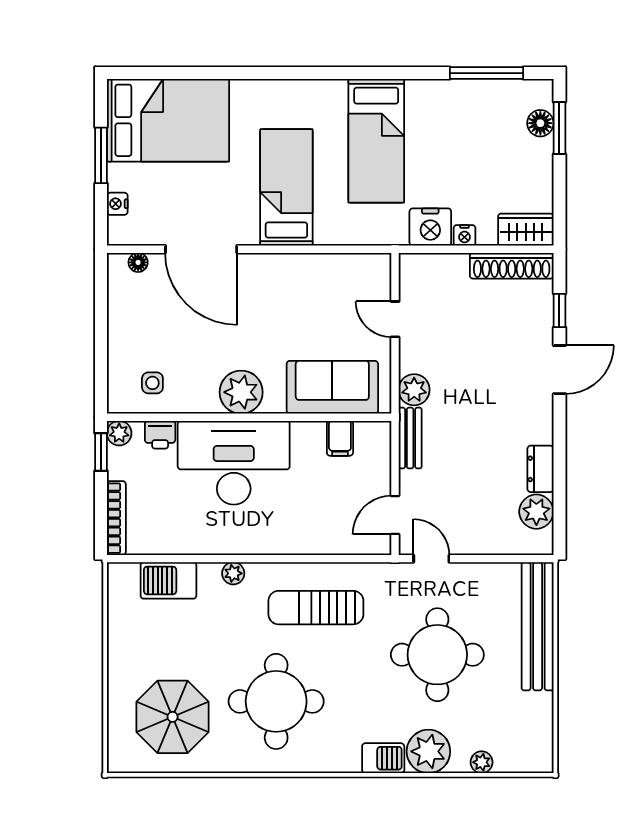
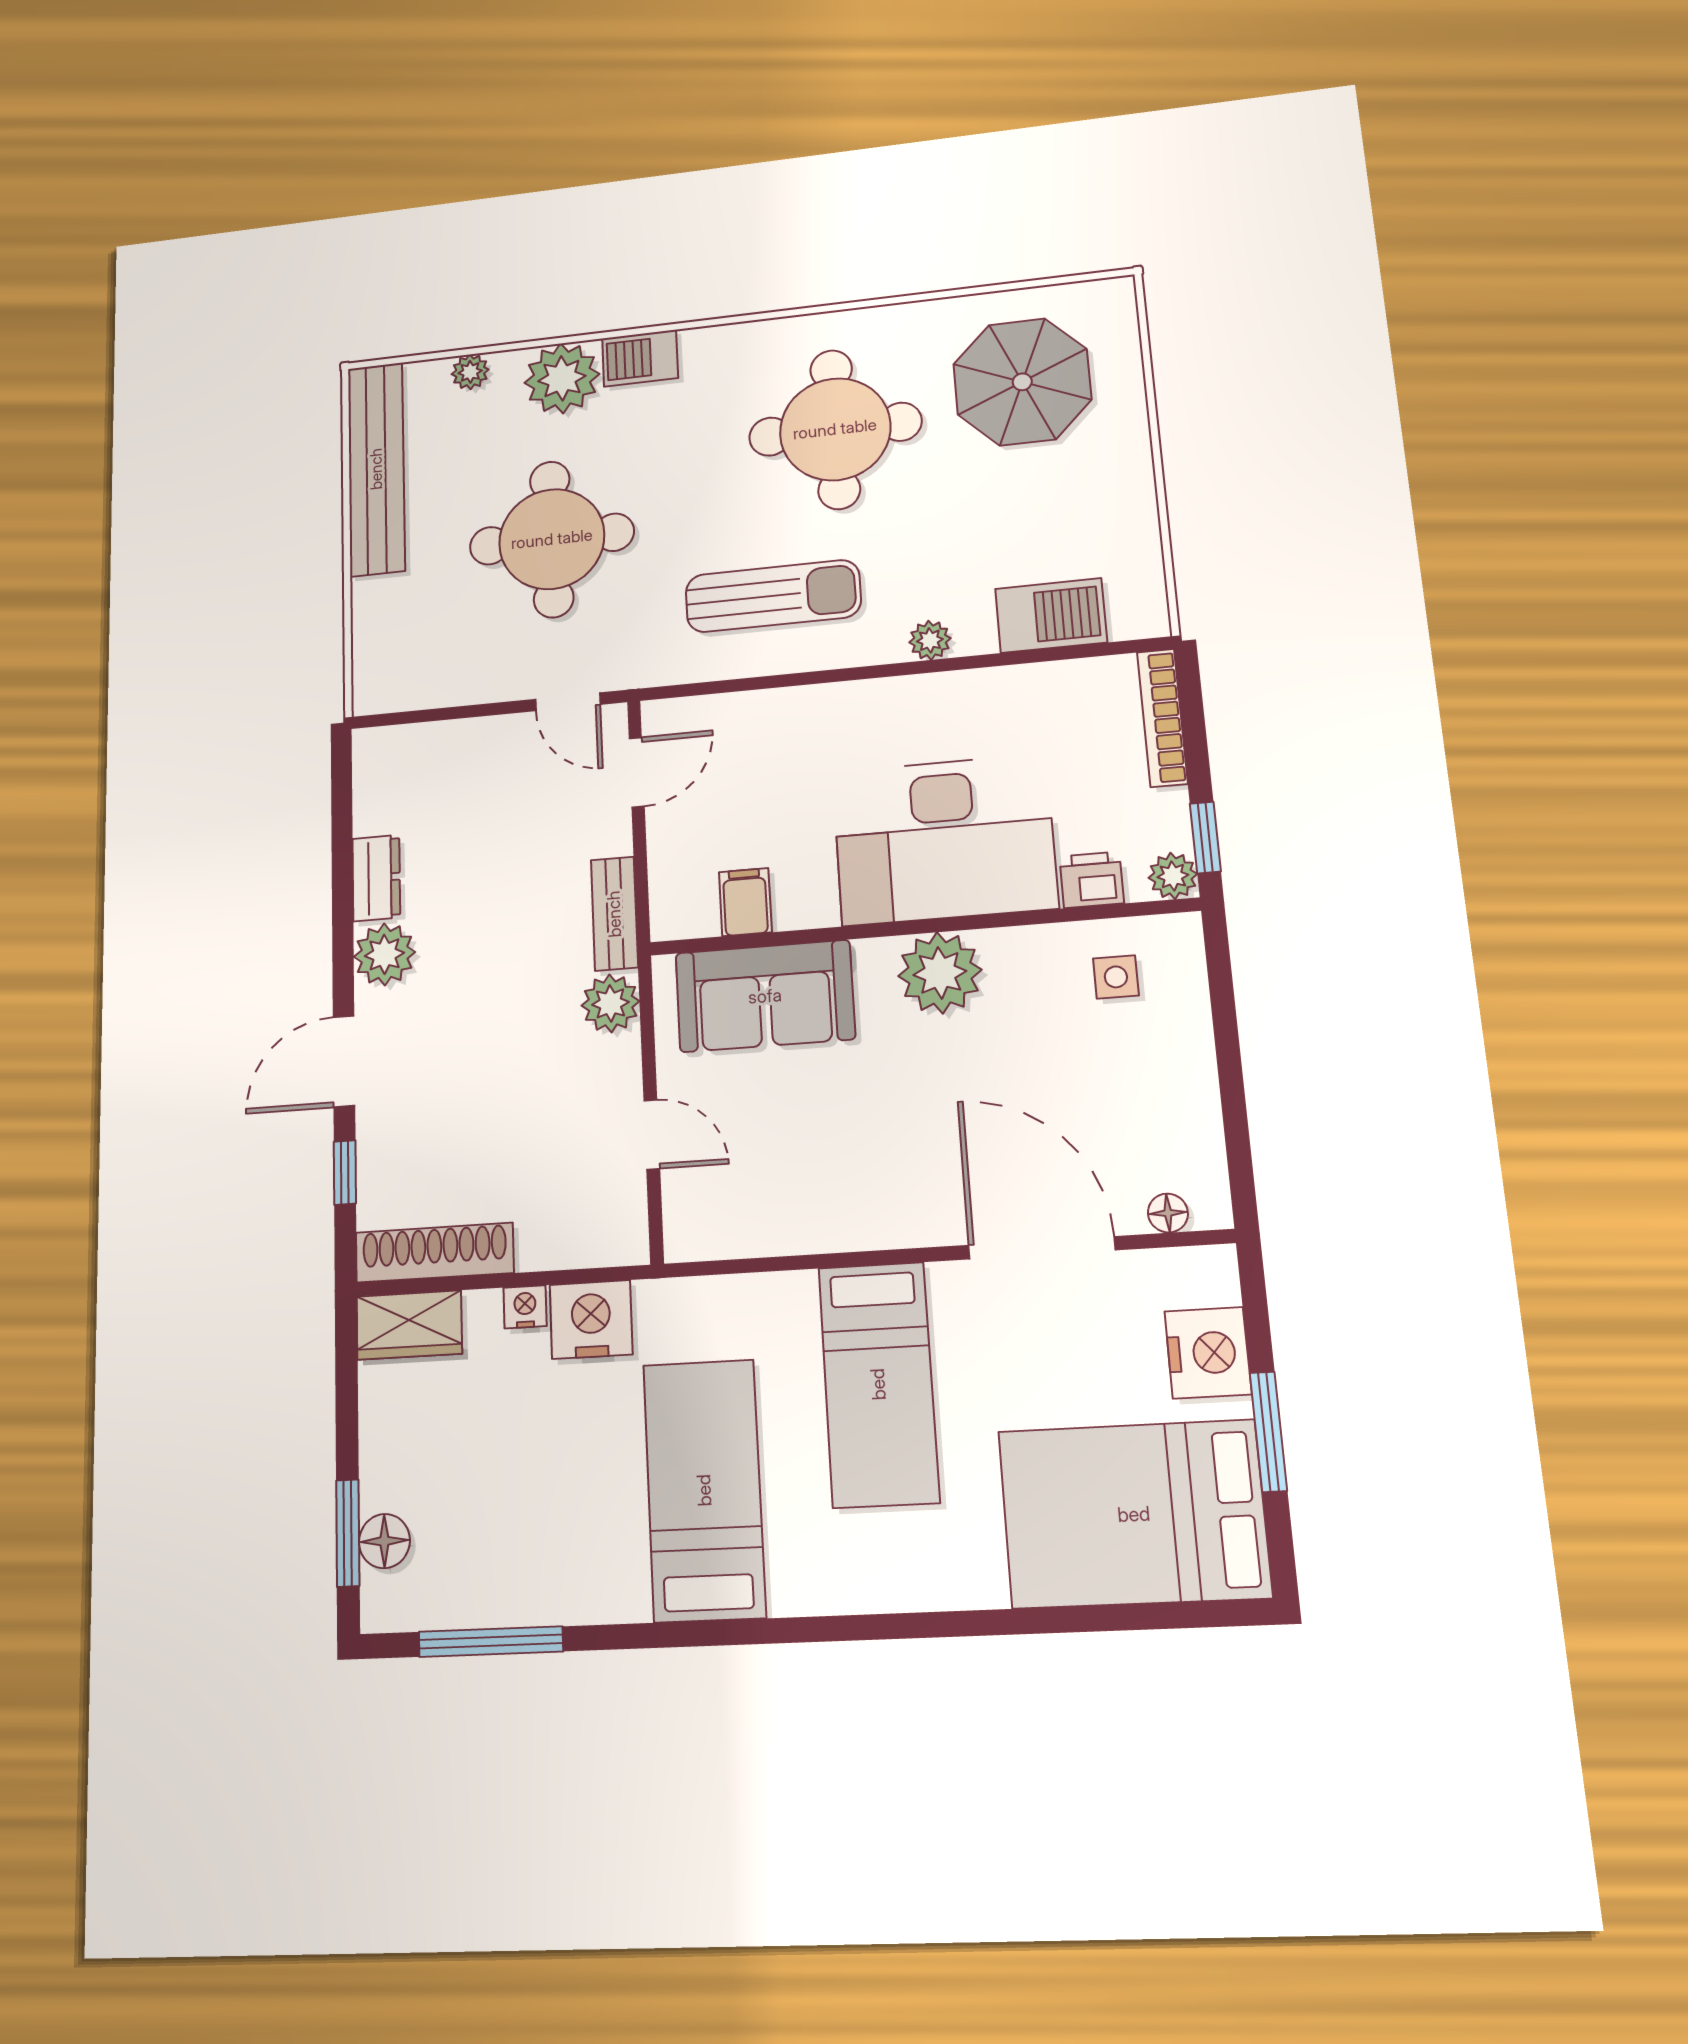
nightstand: (117, 204) -> (1208, 1353), width x1.89, depth x1.79
plant: (536, 512) -> (384, 954), moved
bench: (538, 626) -> (376, 469), moved

